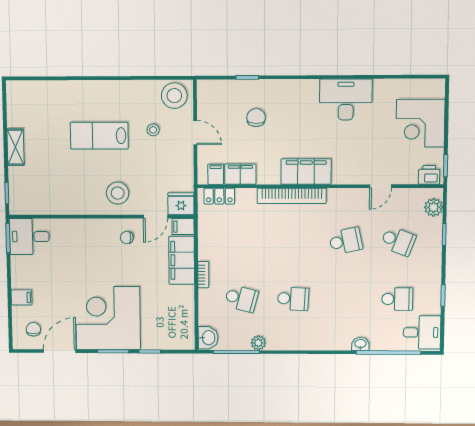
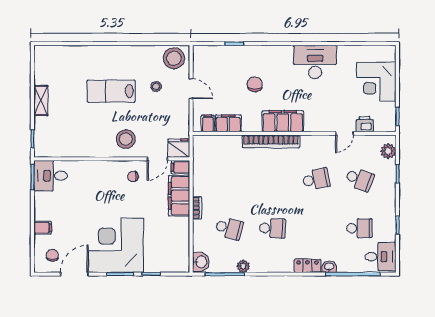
chair: (256, 118) -> (255, 84), moved
printer: (429, 175) -> (365, 124), moved
locker: (219, 196) -> (307, 266), moved, turned 180

